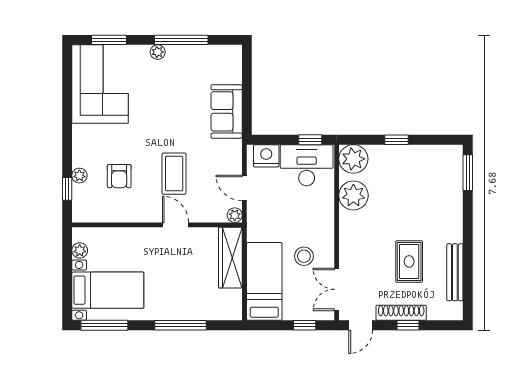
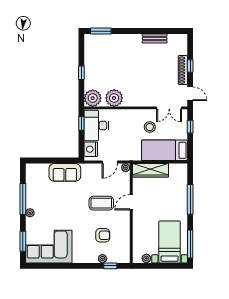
rug: (409, 261) -> (153, 65), removed
bench: (455, 272) -> (155, 39), width x0.73

